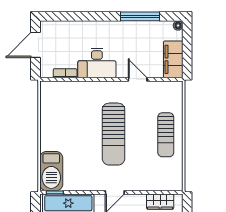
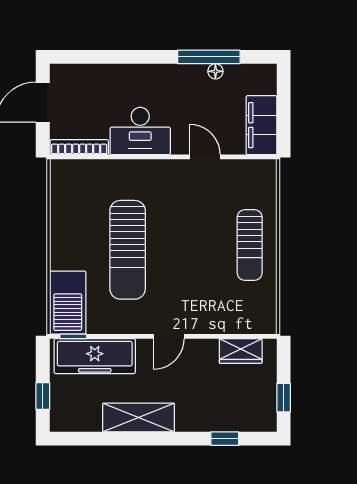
floor lamp: (178, 26) -> (215, 71), moved
bookcase: (65, 73) -> (79, 147), width x1.56
sun lounger: (114, 134) -> (128, 250), moved

